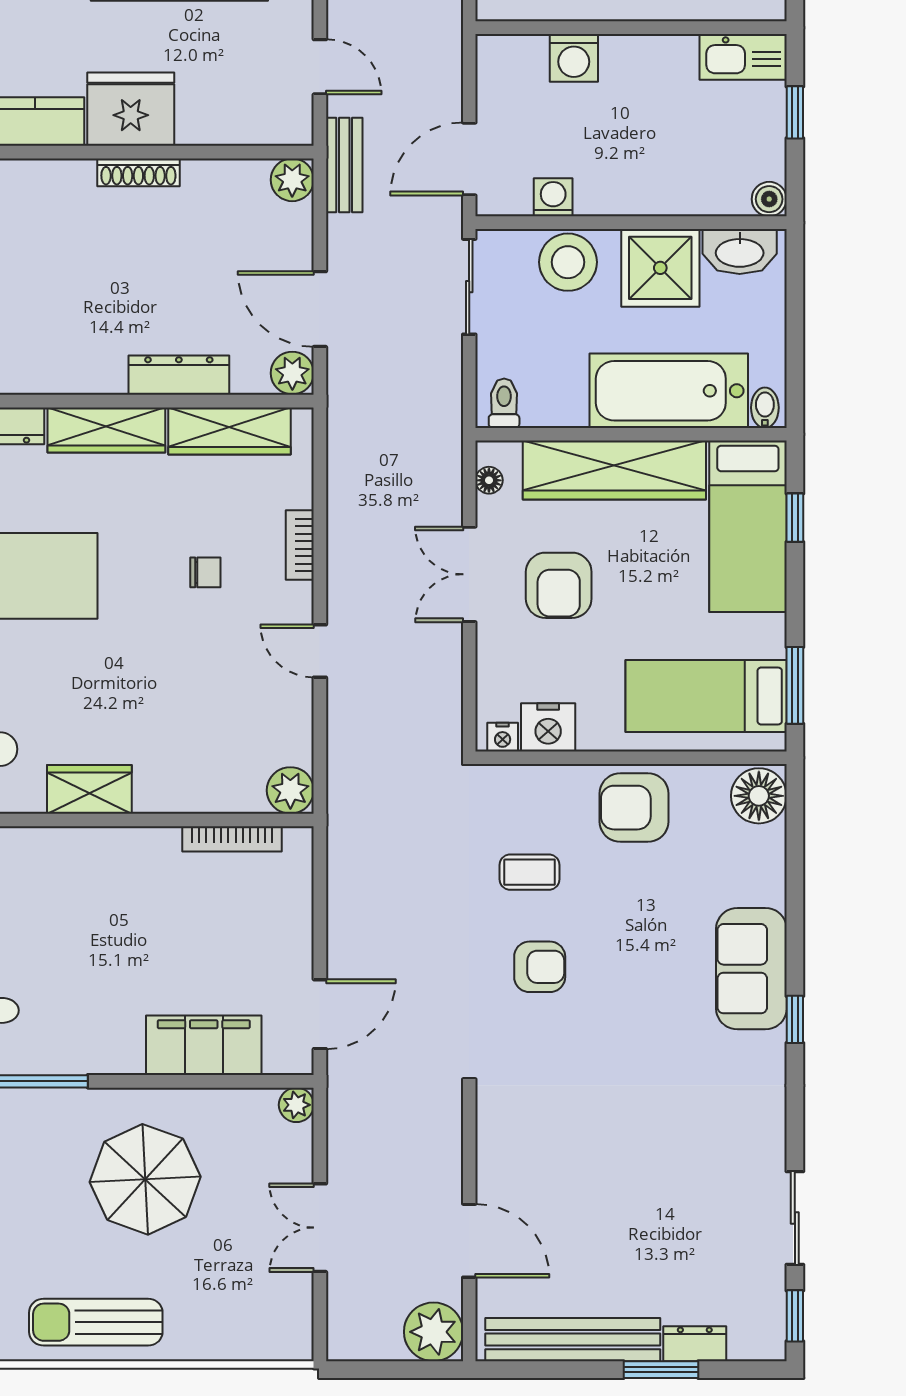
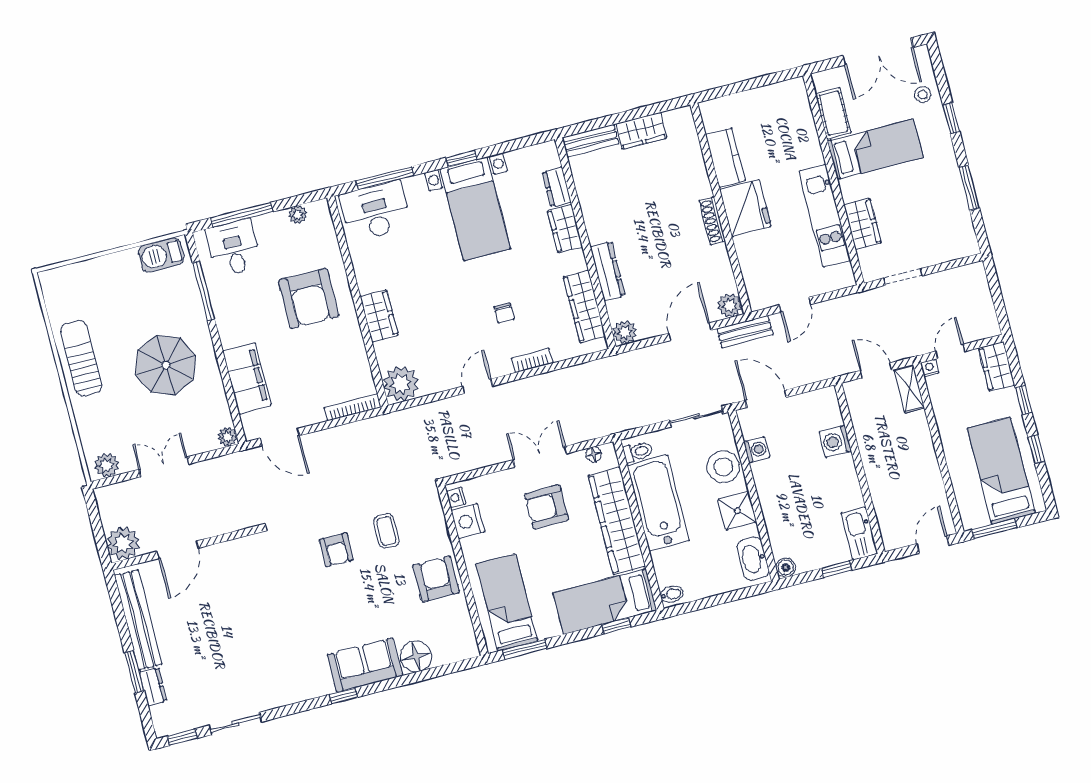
shower: (660, 268) -> (737, 511), width x0.73, depth x0.73
door: (320, 309) -> (690, 332), moved
bathtub: (669, 391) -> (658, 503), moved
wardrobe: (106, 430) -> (565, 229), width x0.67
wardrobe: (89, 789) -> (379, 316), moved
plant: (290, 790) -> (401, 384), width x1.36, depth x1.36
floor lamp: (759, 796) -> (416, 656), moved
bookcase: (232, 839) -> (353, 407), moved, turned 90
armchair: (94, 903) -> (309, 298), added
plant: (292, 1326) -> (107, 465), added

